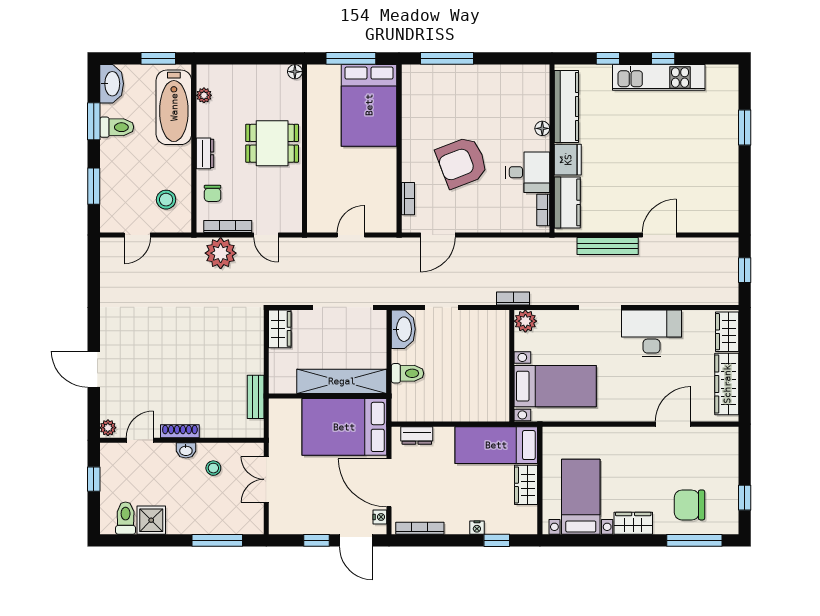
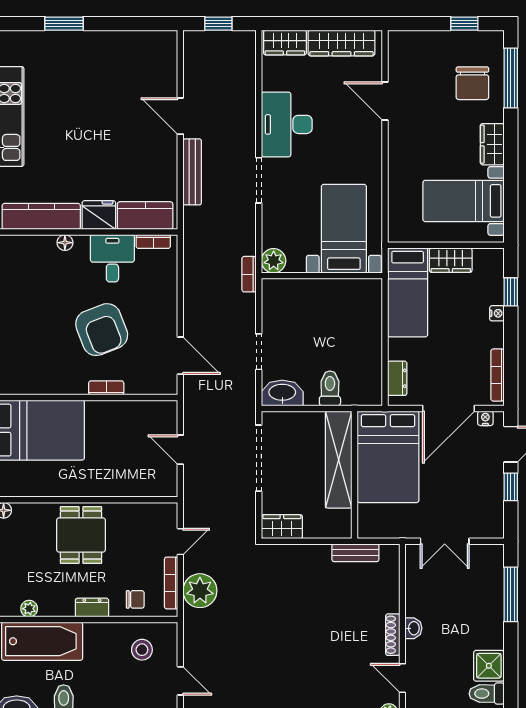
bookcase: (408, 199) -> (106, 388), moved
stool: (213, 468) -> (432, 599), removed

